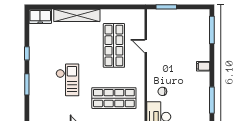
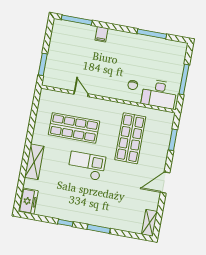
shelving: (77, 15) -> (34, 162), width x0.68
door: (146, 46) -> (81, 94), swing flipped
filing cabinet: (203, 66) -> (102, 34), moved
checkout: (67, 80) -> (87, 166), moved

